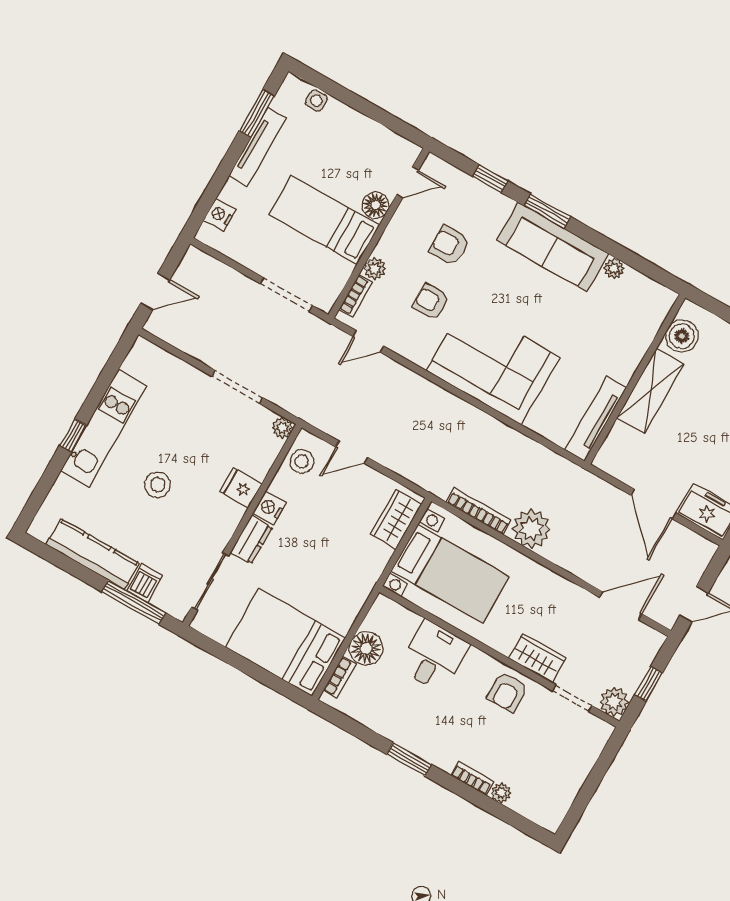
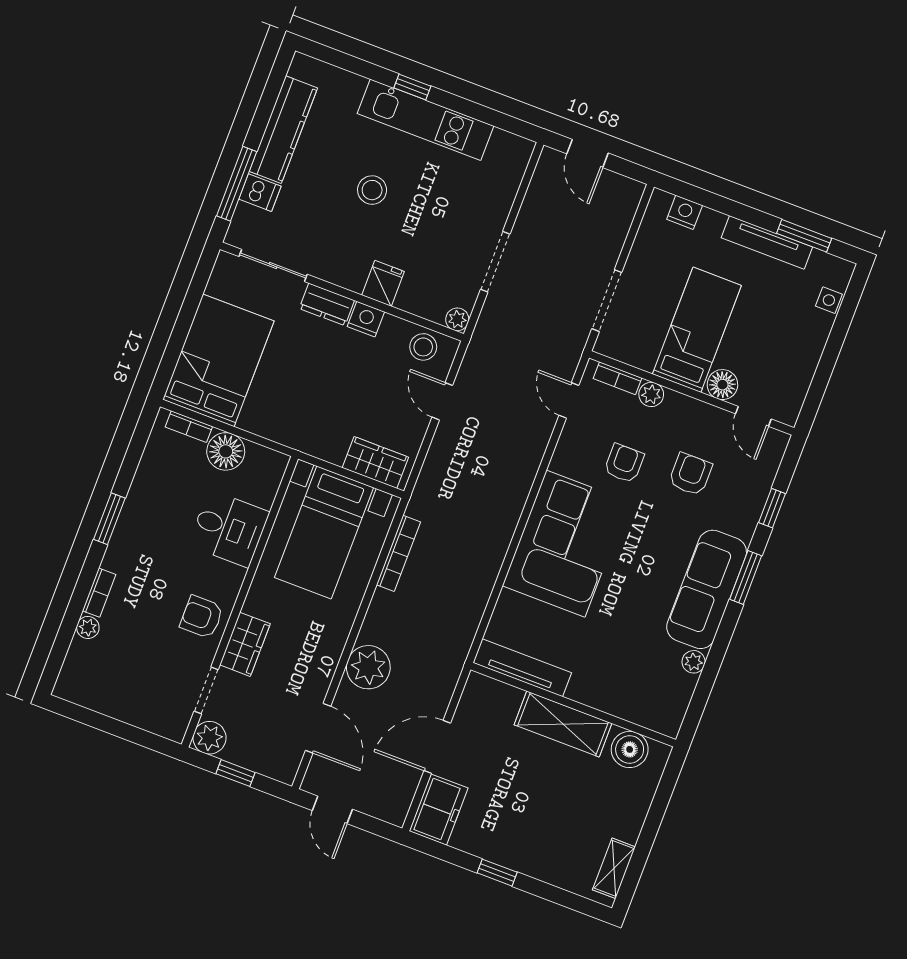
plant: (531, 529) -> (368, 667), moved

